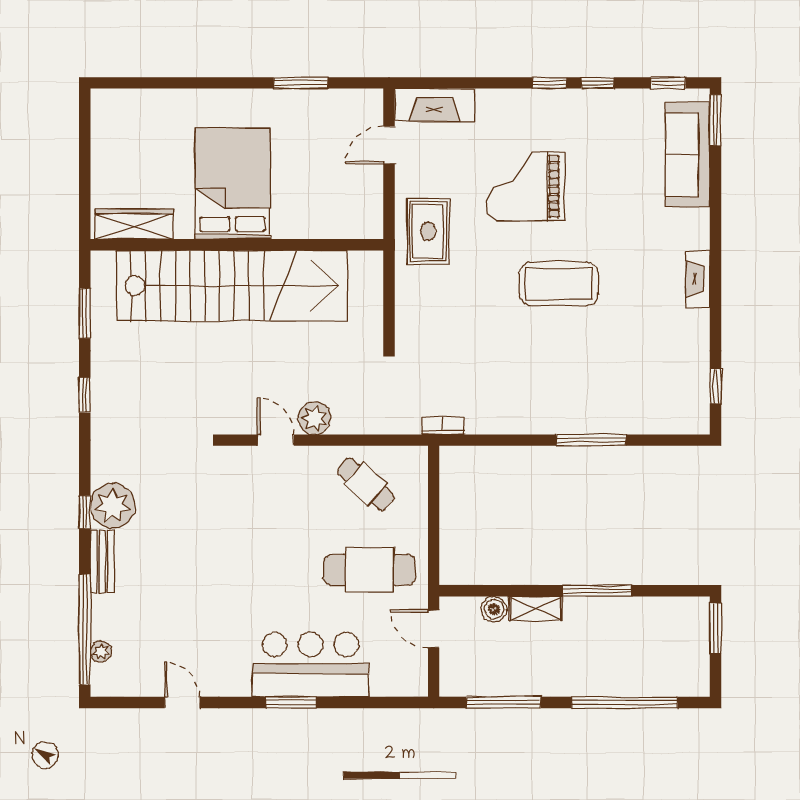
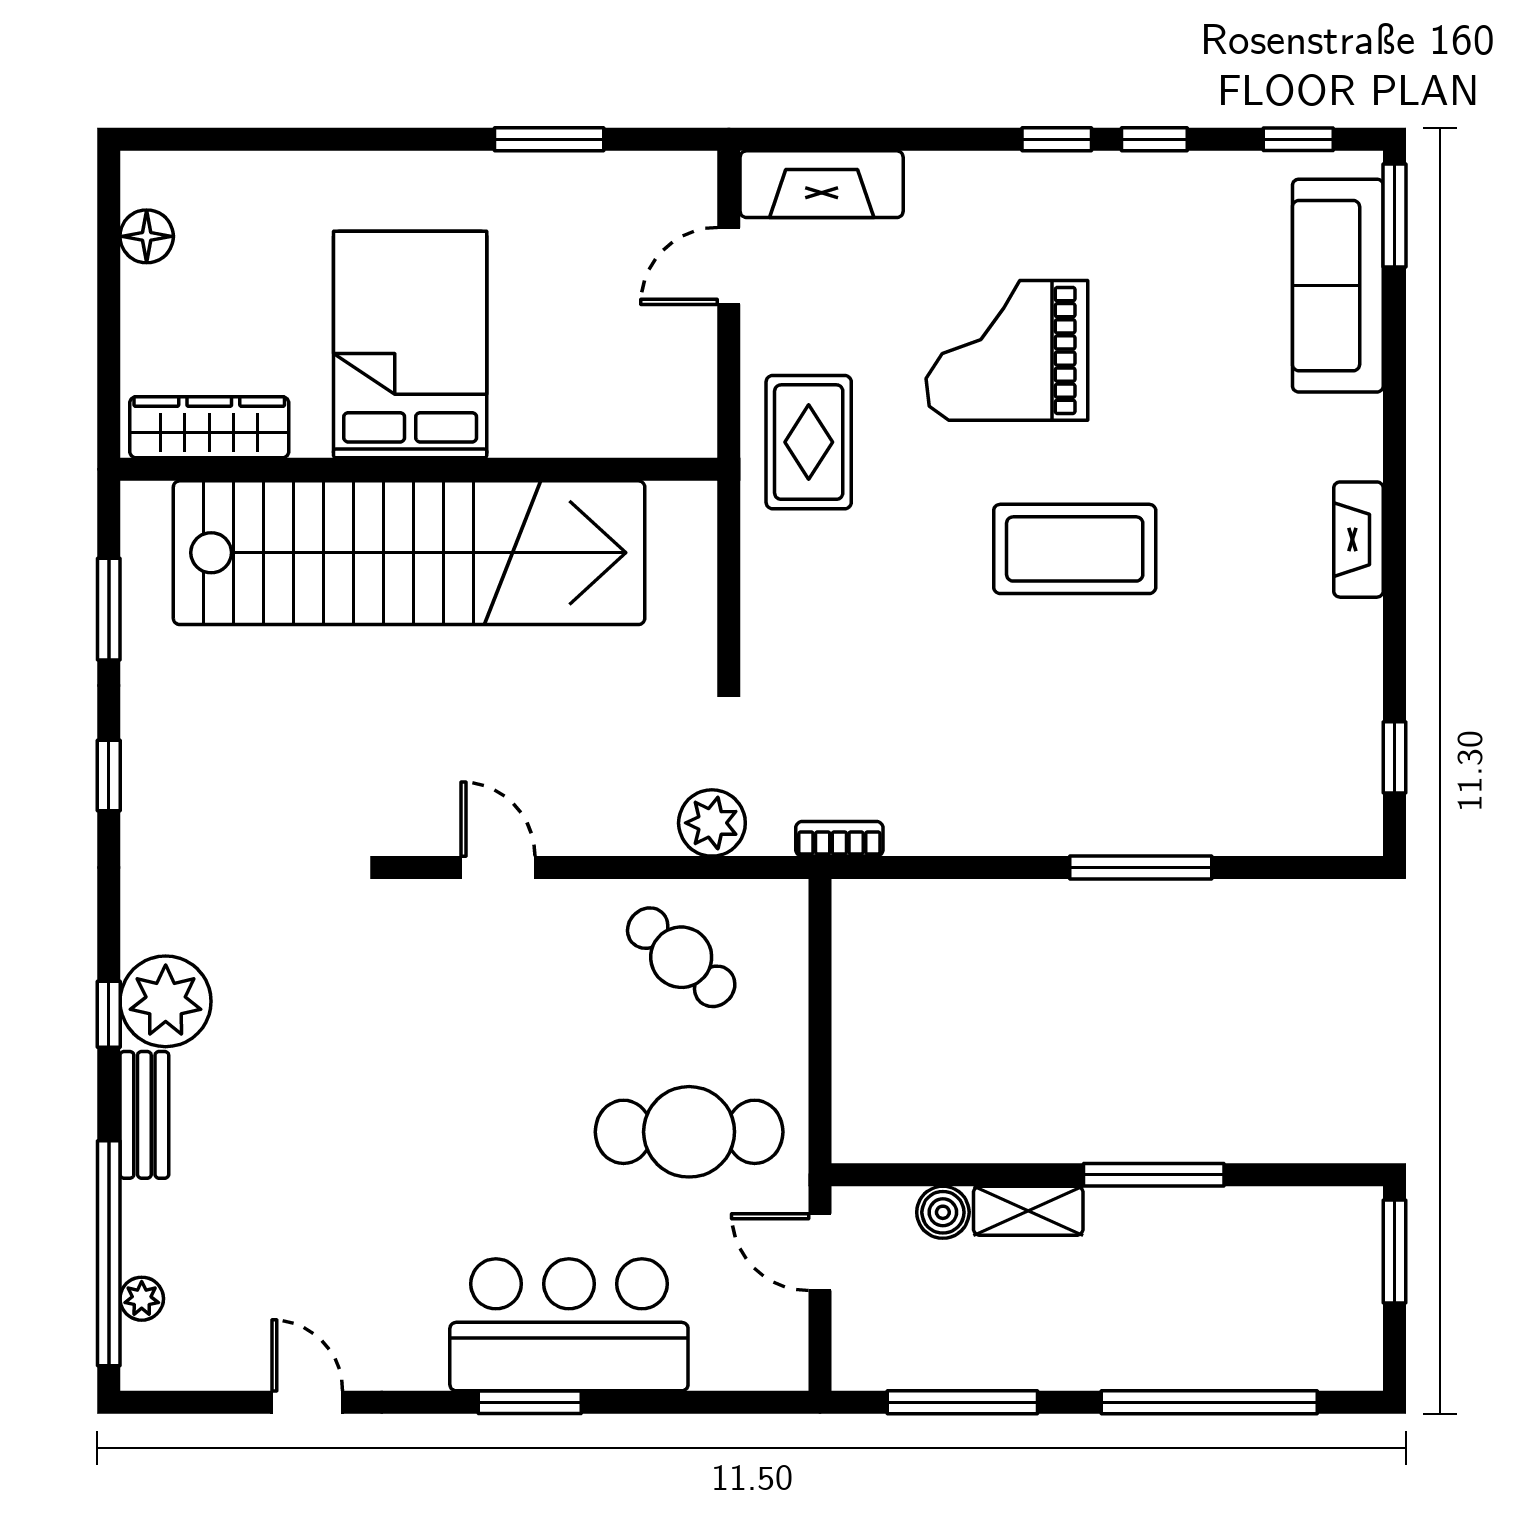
floor lamp: (103, 130) -> (147, 236), added
plant: (315, 418) -> (712, 823), moved

